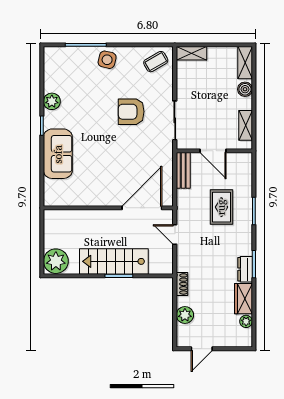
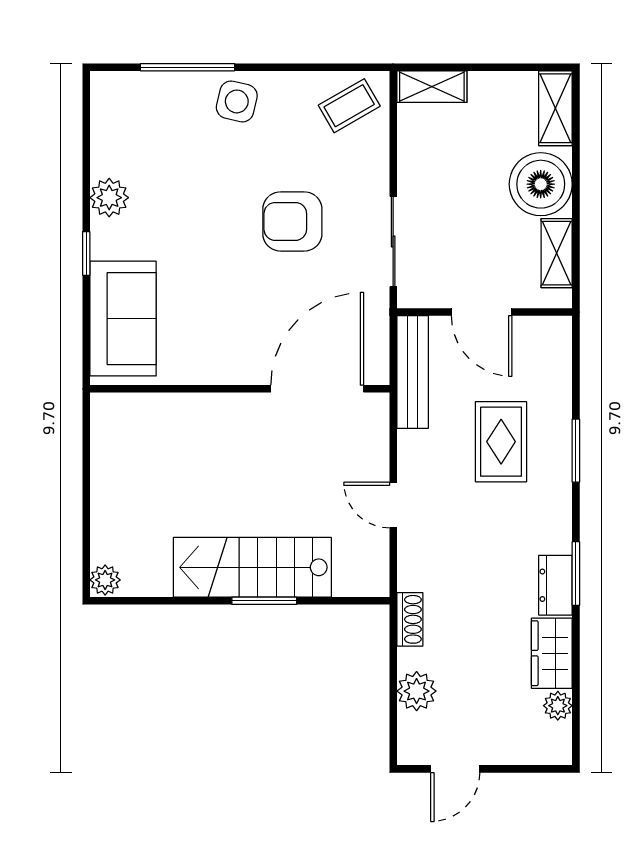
boiler: (245, 89) -> (541, 184), width x1.86, depth x1.86
bench: (183, 170) -> (413, 372), width x1.36
wall: (108, 208) -> (240, 389), moved
door: (142, 208) -> (317, 389), moved
plant: (56, 261) -> (105, 580), width x0.53, depth x0.53

